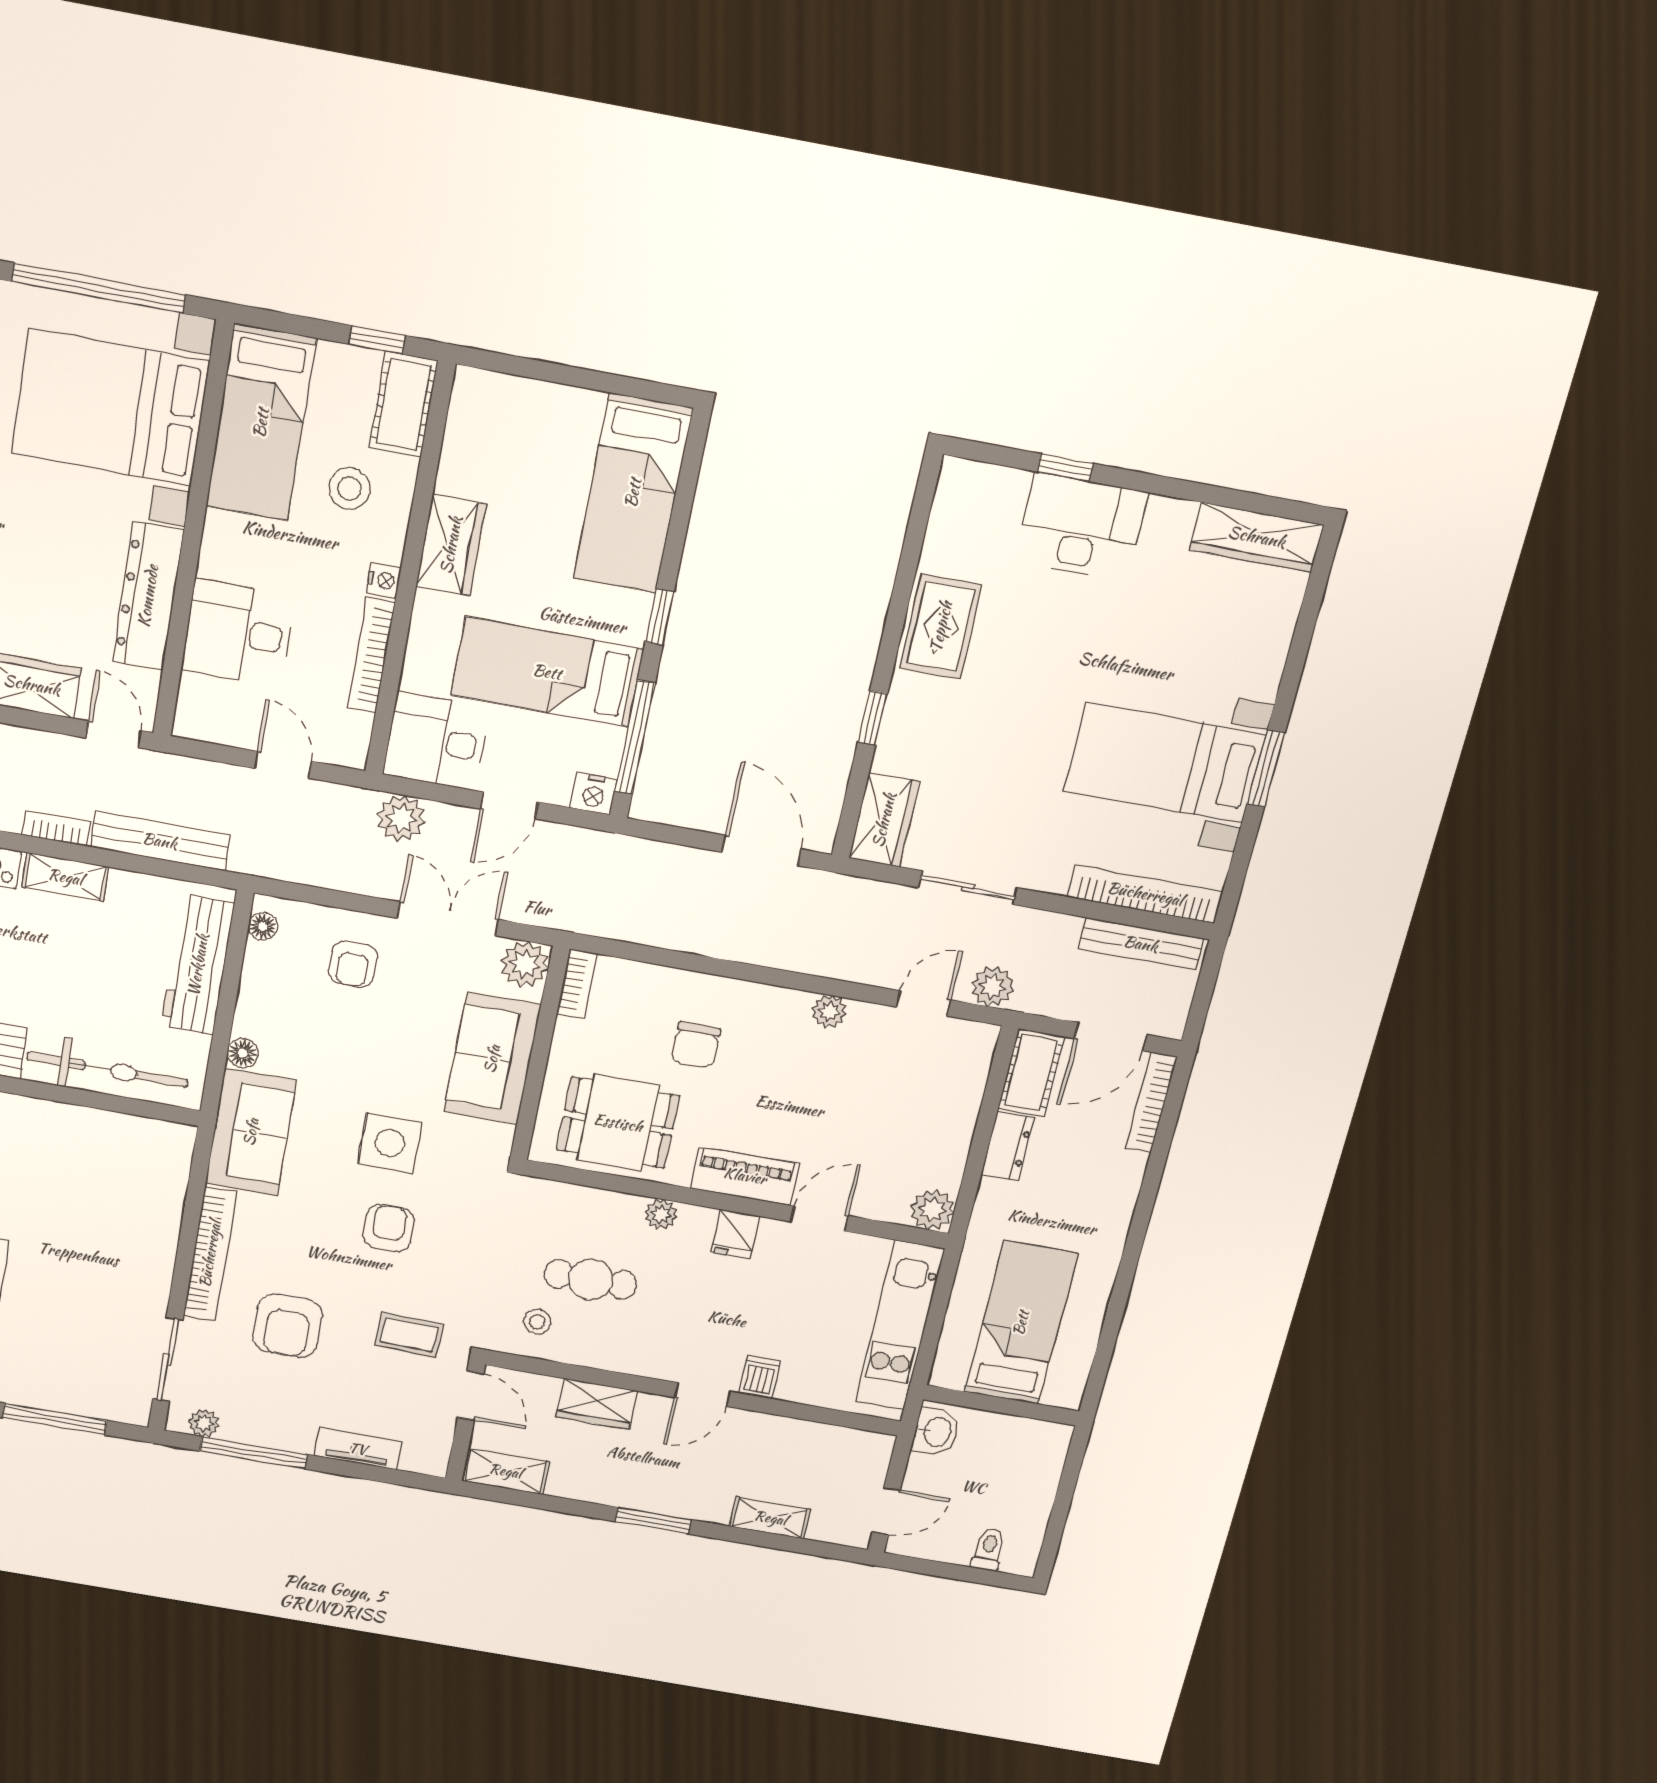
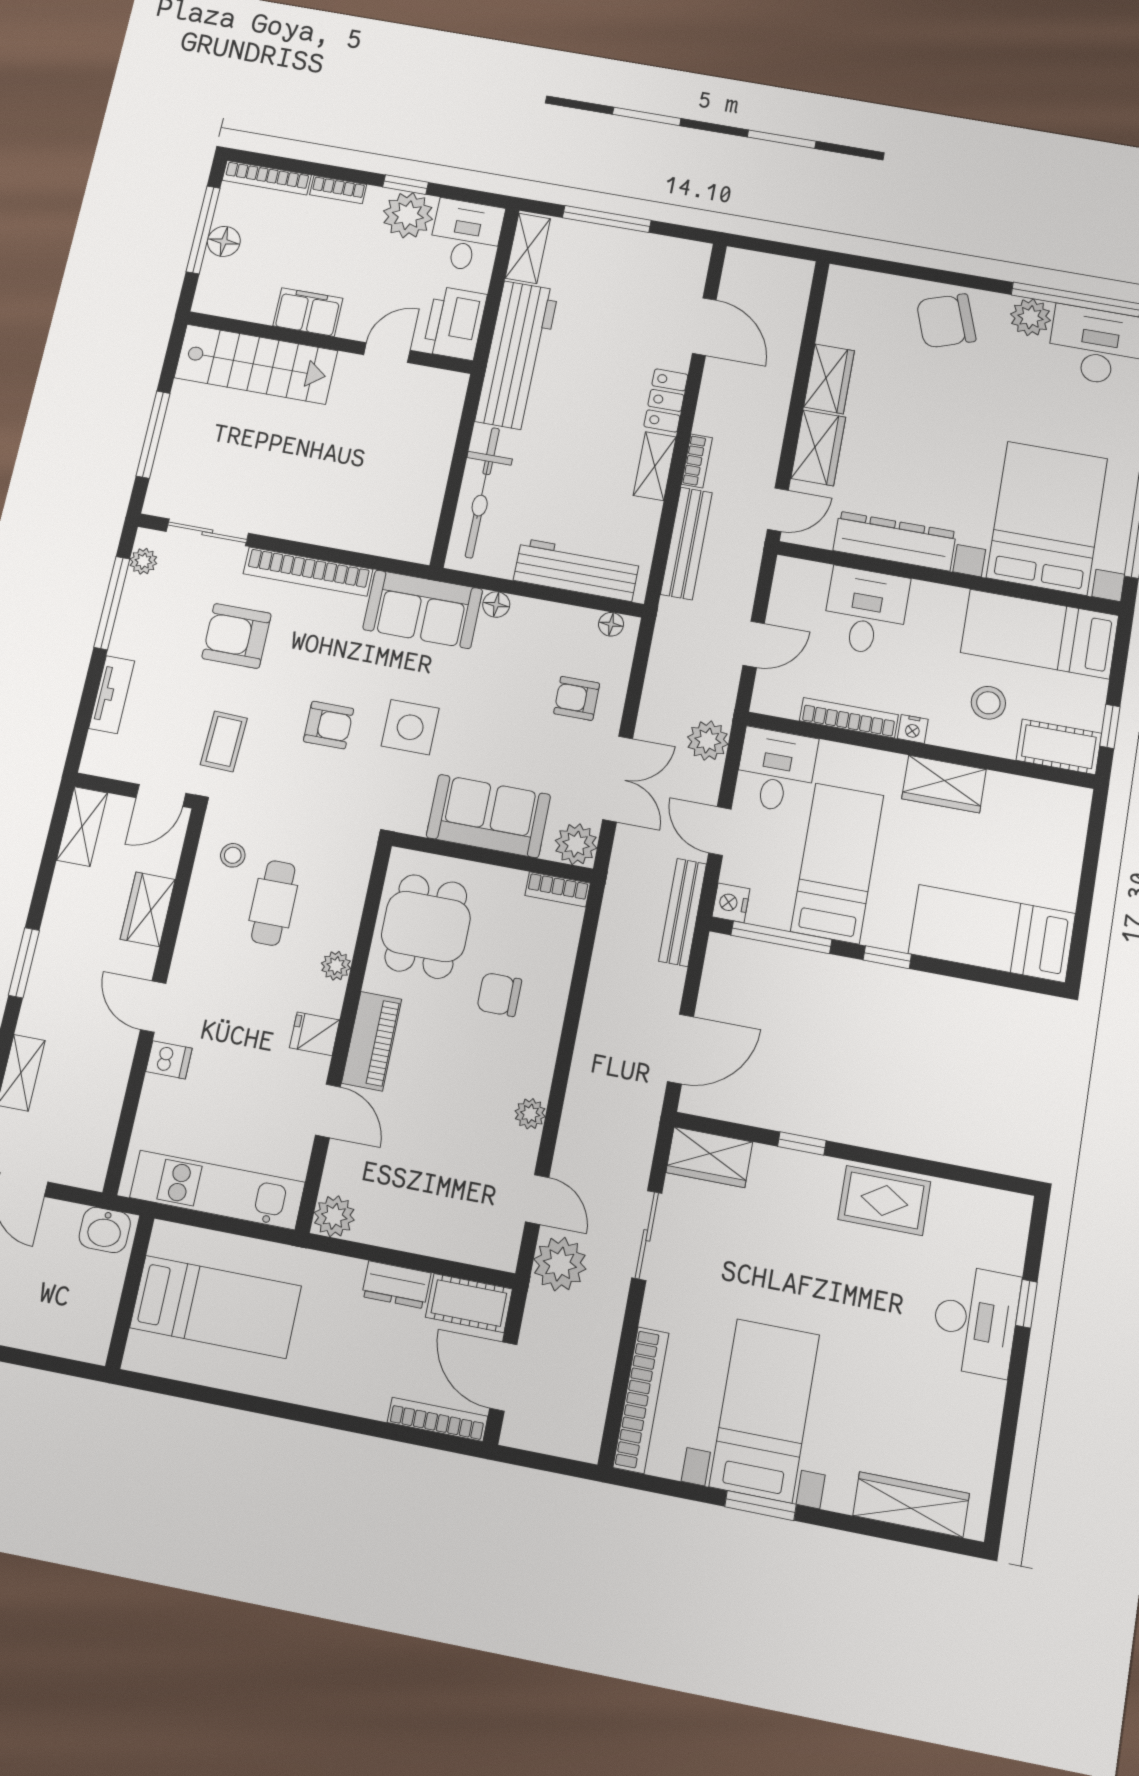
wardrobe: (1257, 537) -> (911, 1505), moved, turned 90
bench: (1141, 944) -> (683, 912), moved
plant: (993, 987) -> (560, 1264), width x1.36, depth x1.36

